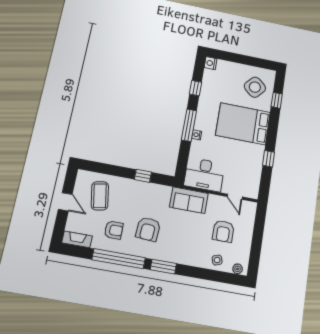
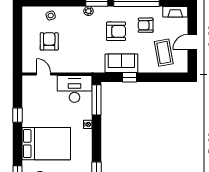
window: (189, 125) -> (96, 100), moved
sofa: (189, 200) -> (121, 63), moved
door: (65, 202) -> (192, 42), hinge flipped
armchair: (148, 229) -> (116, 31), turned 86
plant: (238, 269) -> (88, 11), moved

